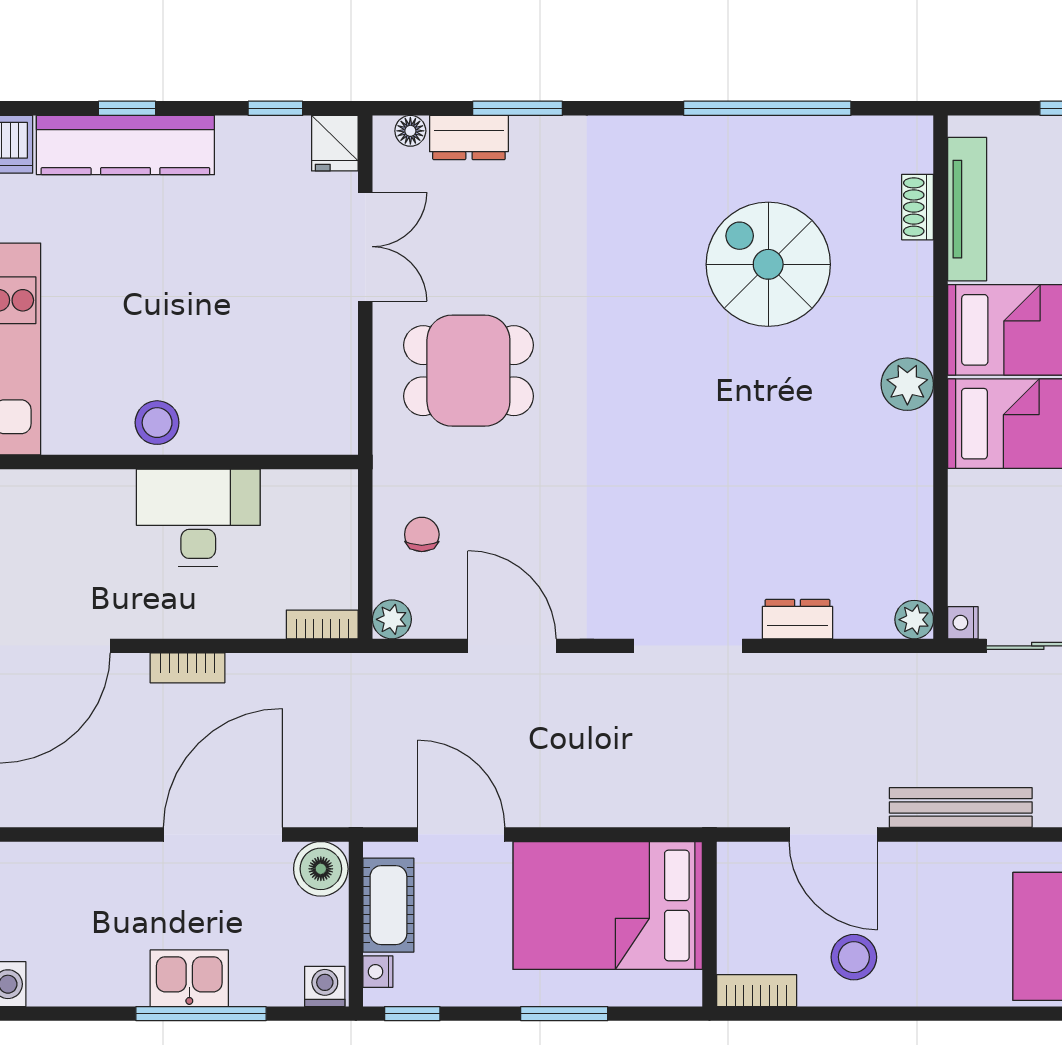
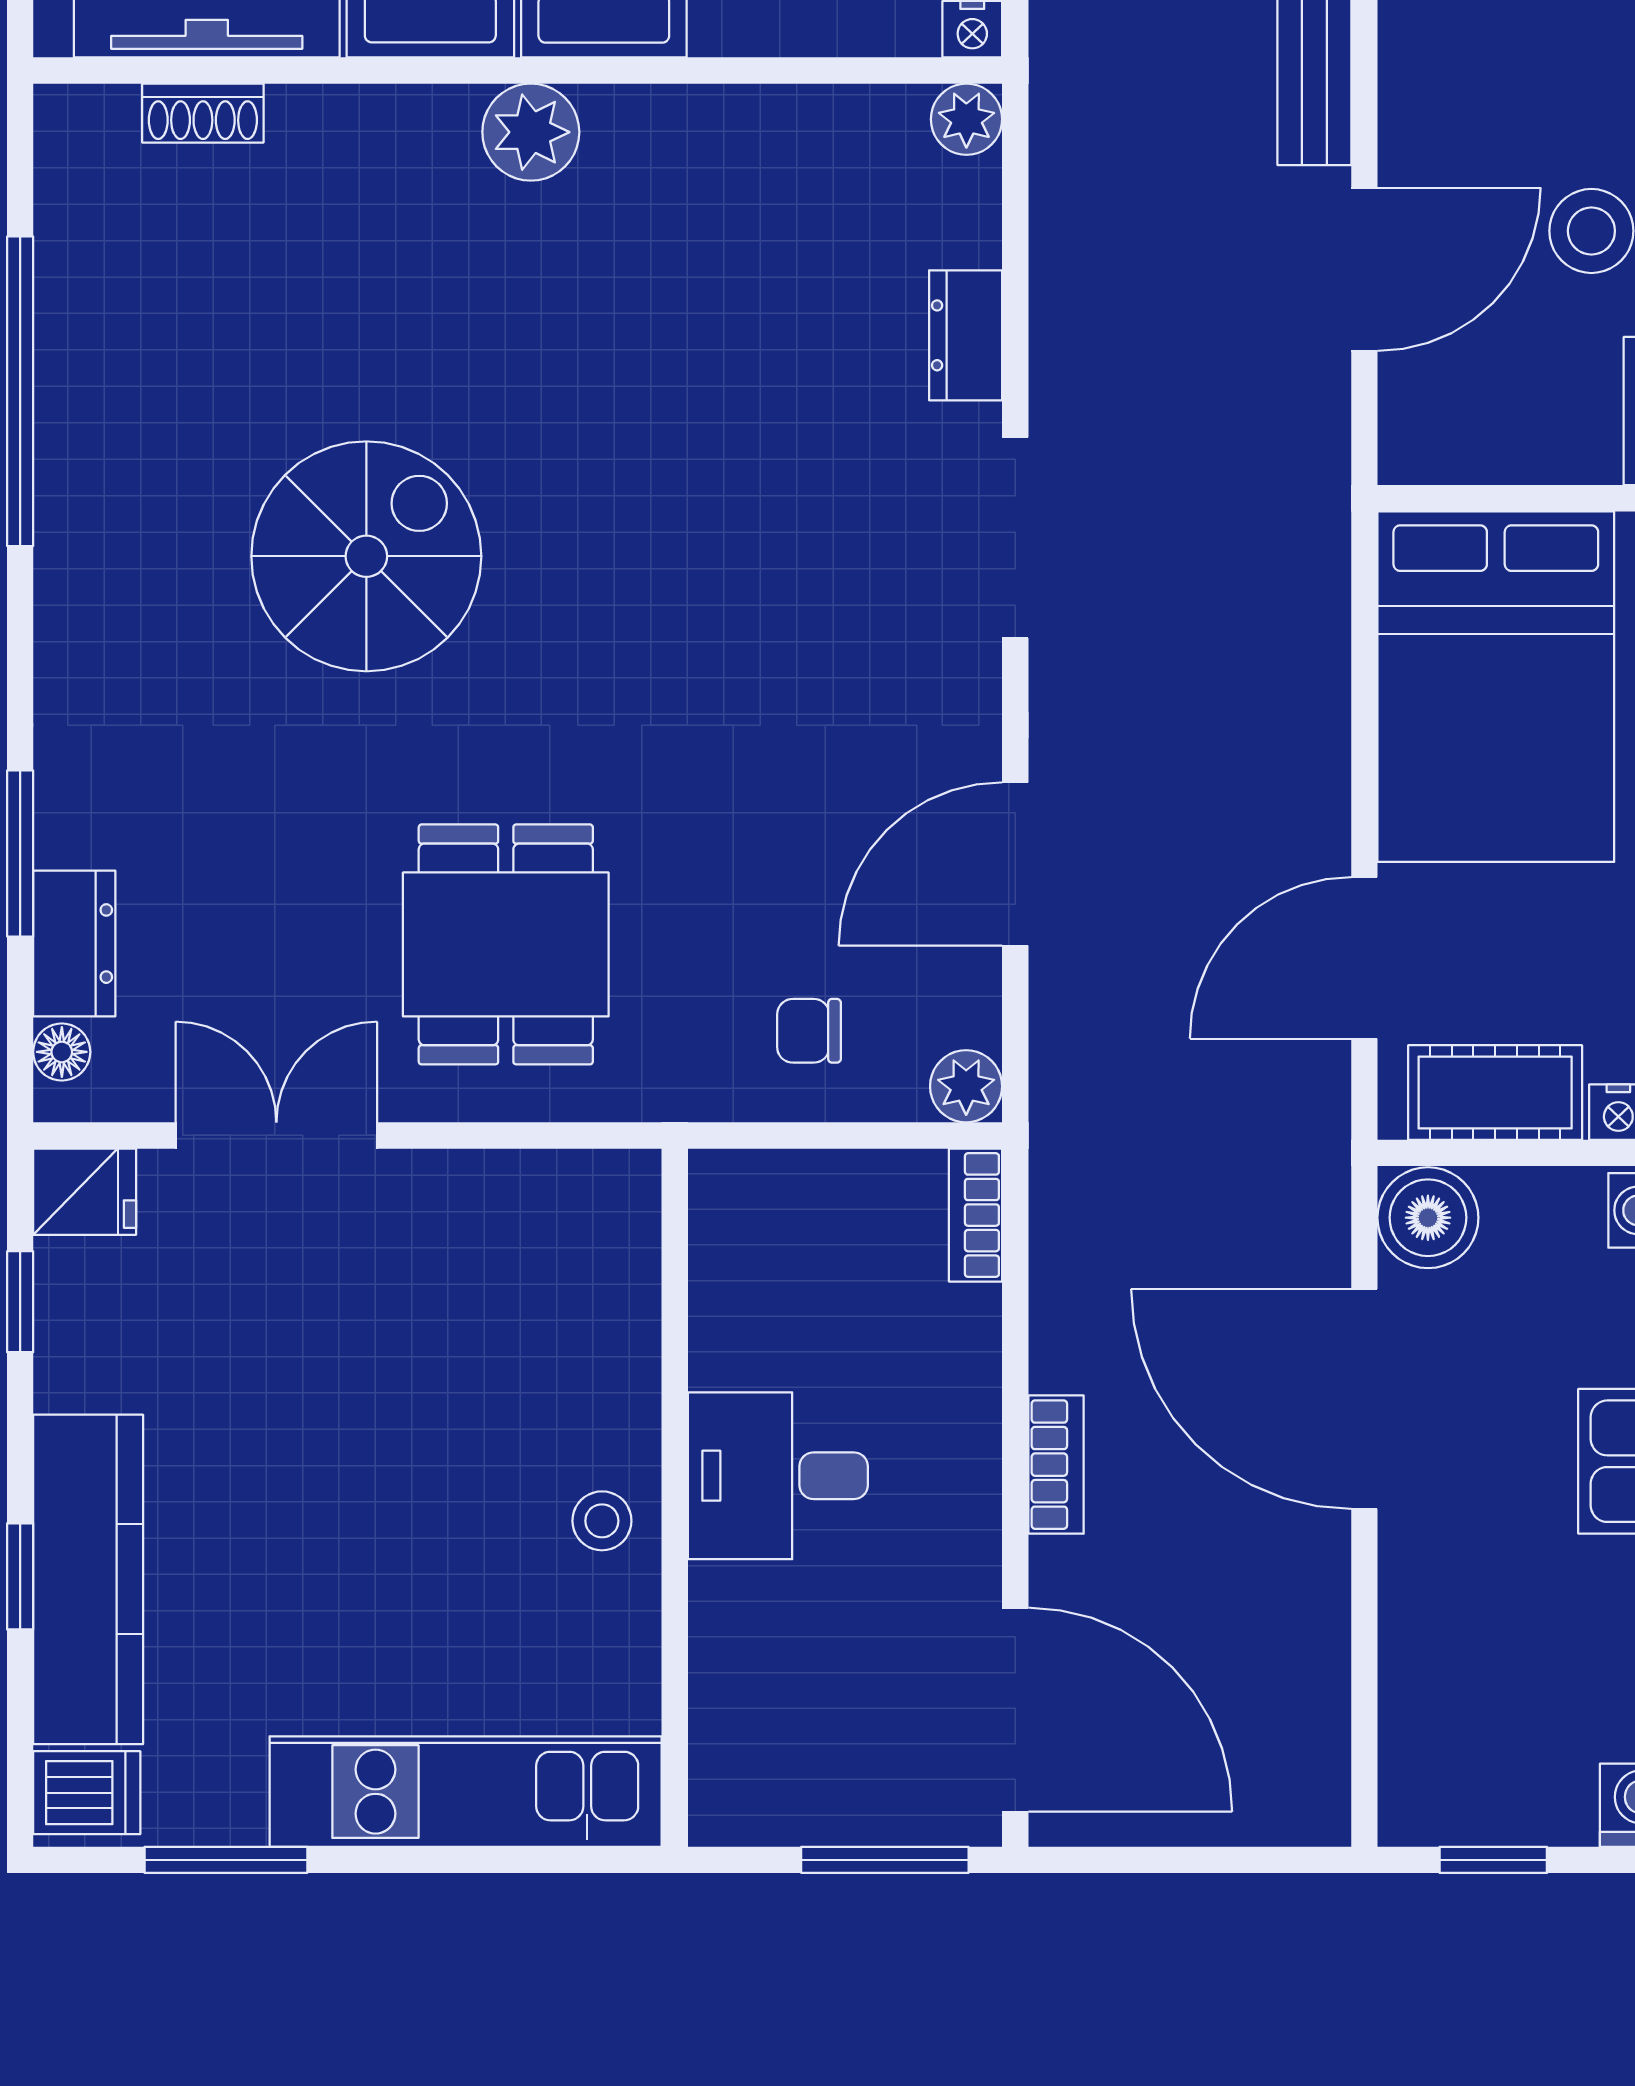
spiral stairs: (768, 264) -> (366, 556), moved, turned 180
stool: (157, 423) -> (602, 1521), width x0.73, depth x0.73
desk: (198, 518) -> (778, 1476), width x0.73

